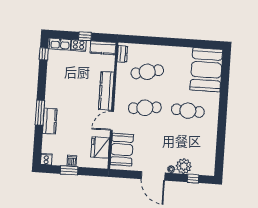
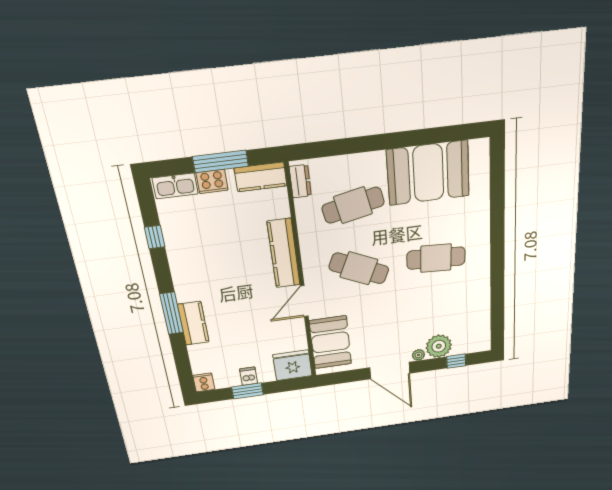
window: (85, 36) -> (220, 161), width x2.17
window: (44, 54) -> (155, 237), moved
booth: (206, 70) -> (428, 173), moved, turned 90
cafe table: (145, 108) -> (359, 268), turned 30
fridge: (100, 147) -> (292, 365), moved, turned 90

